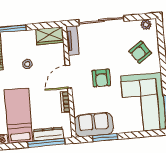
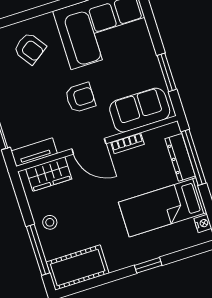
wardrobe: (50, 36) -> (49, 174), moved, turned 90
stool: (27, 64) -> (50, 222), moved
sofa: (94, 125) -> (140, 110), moved, turned 90

